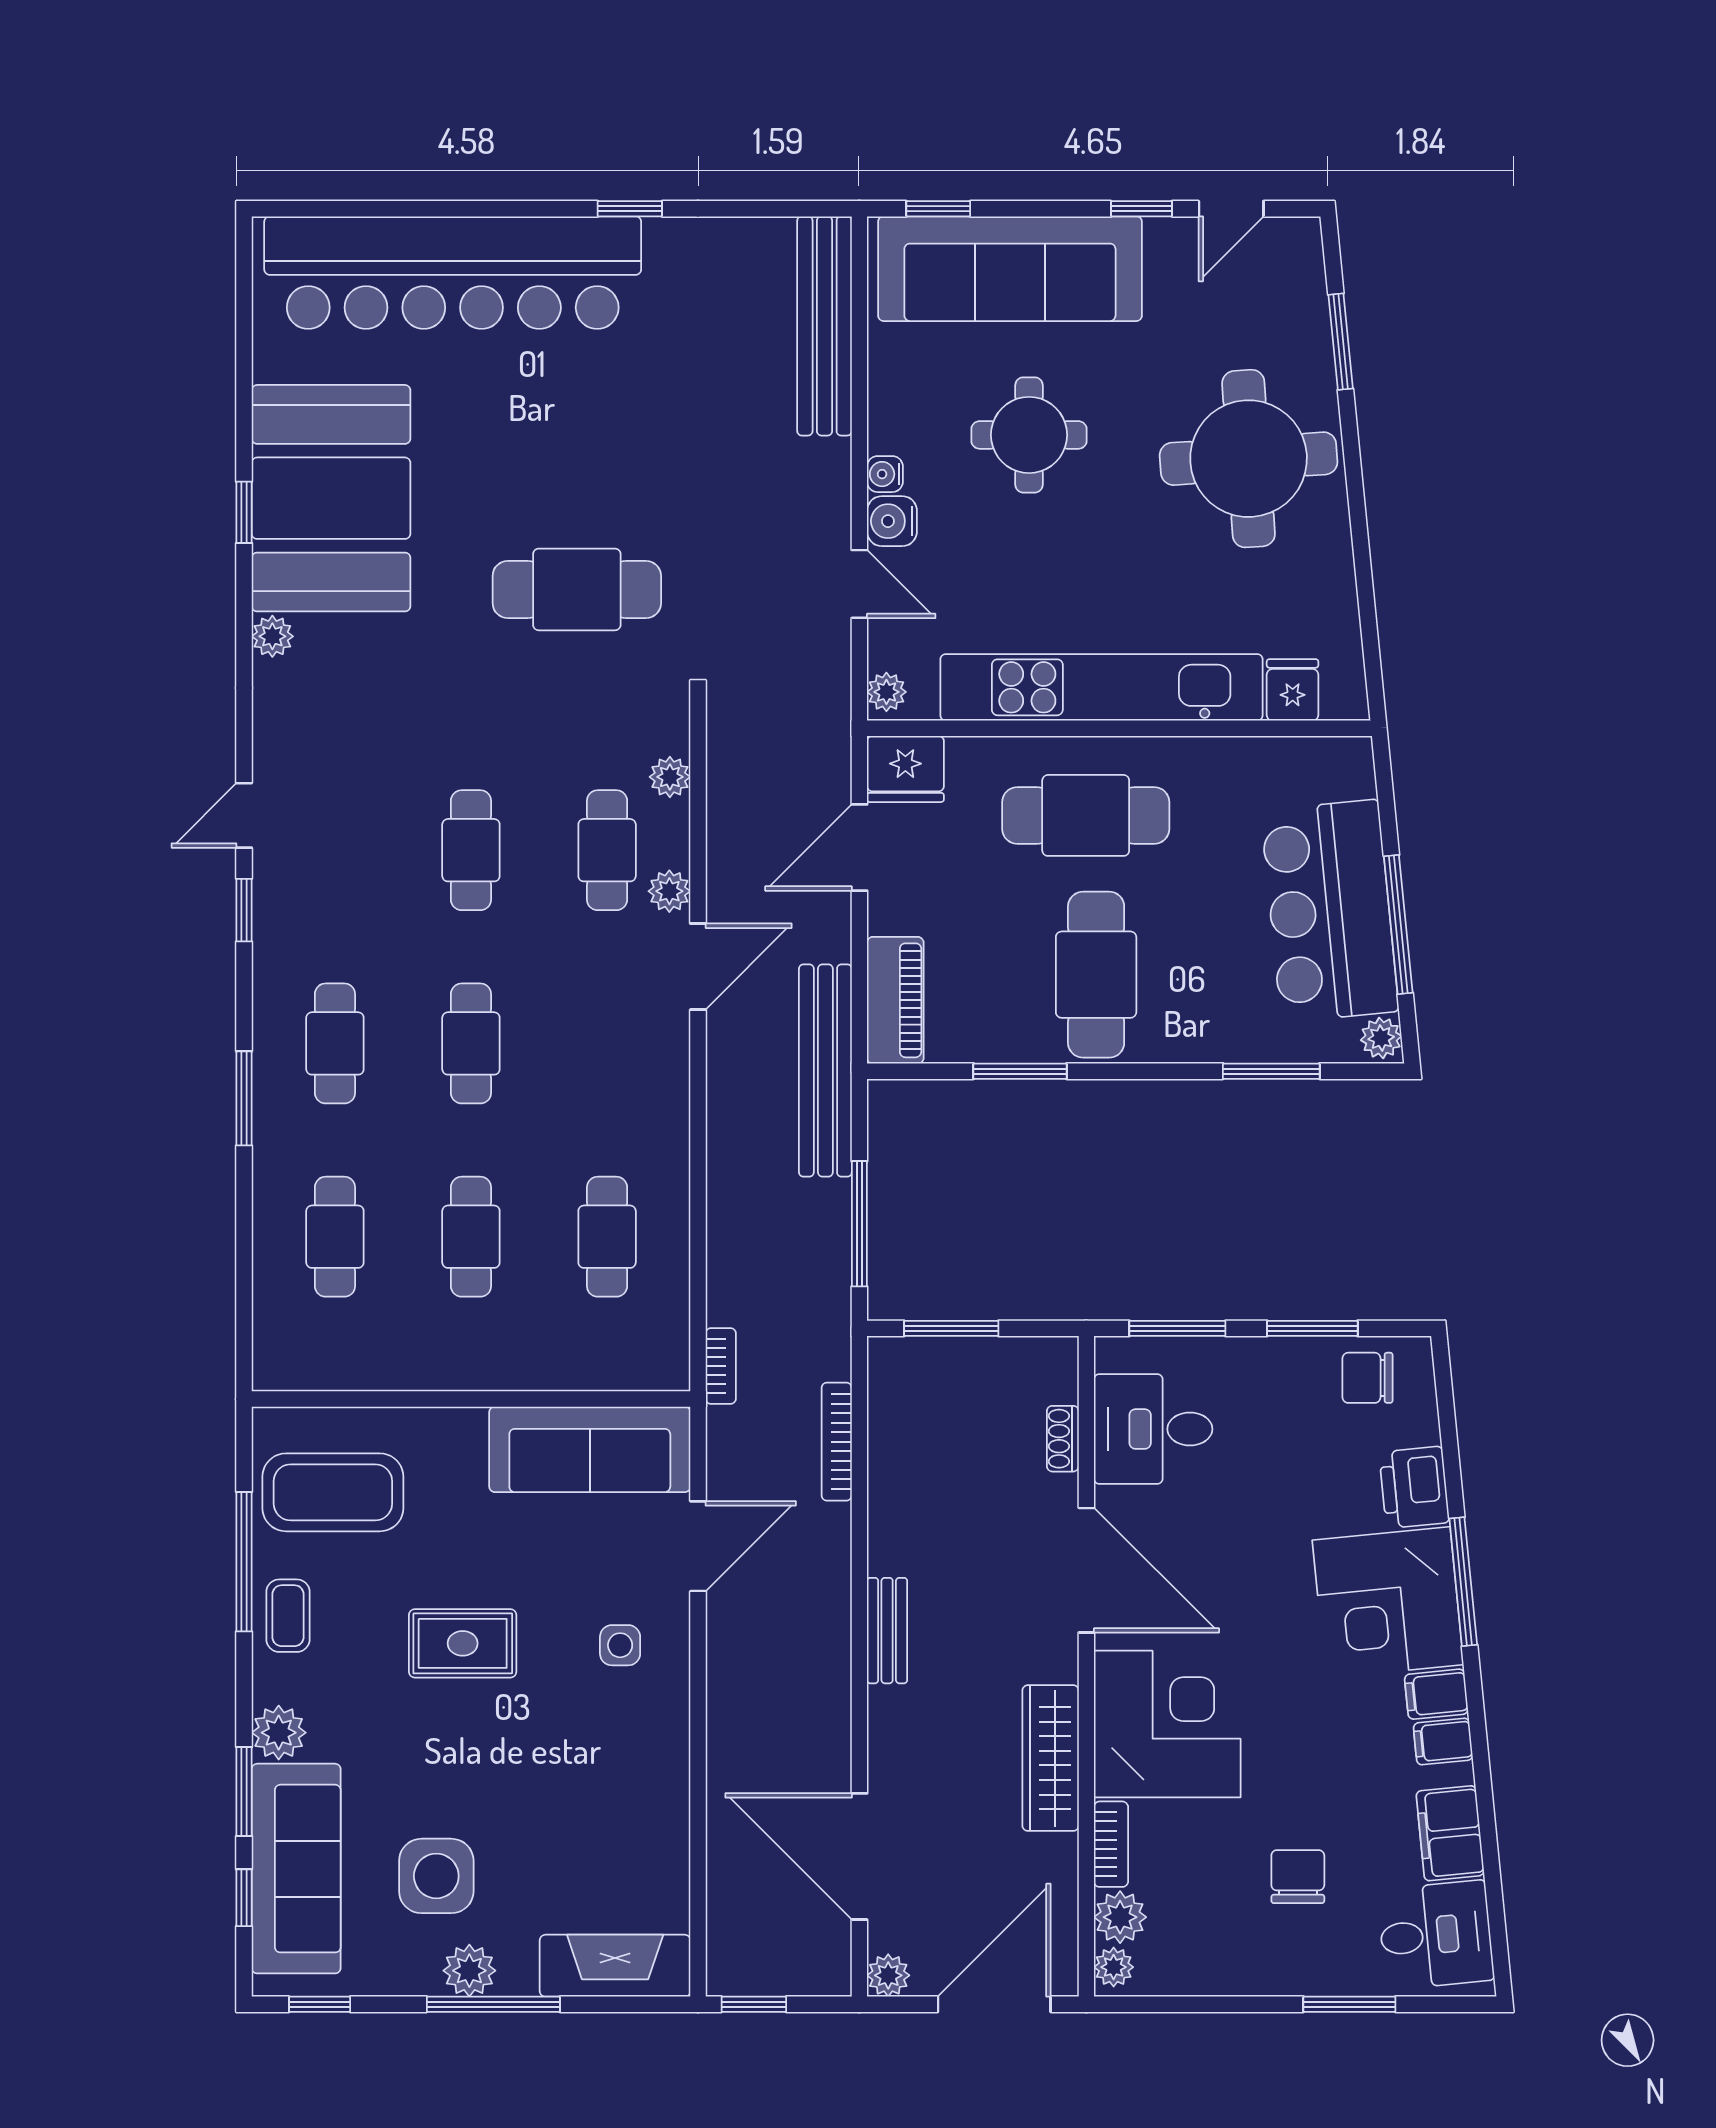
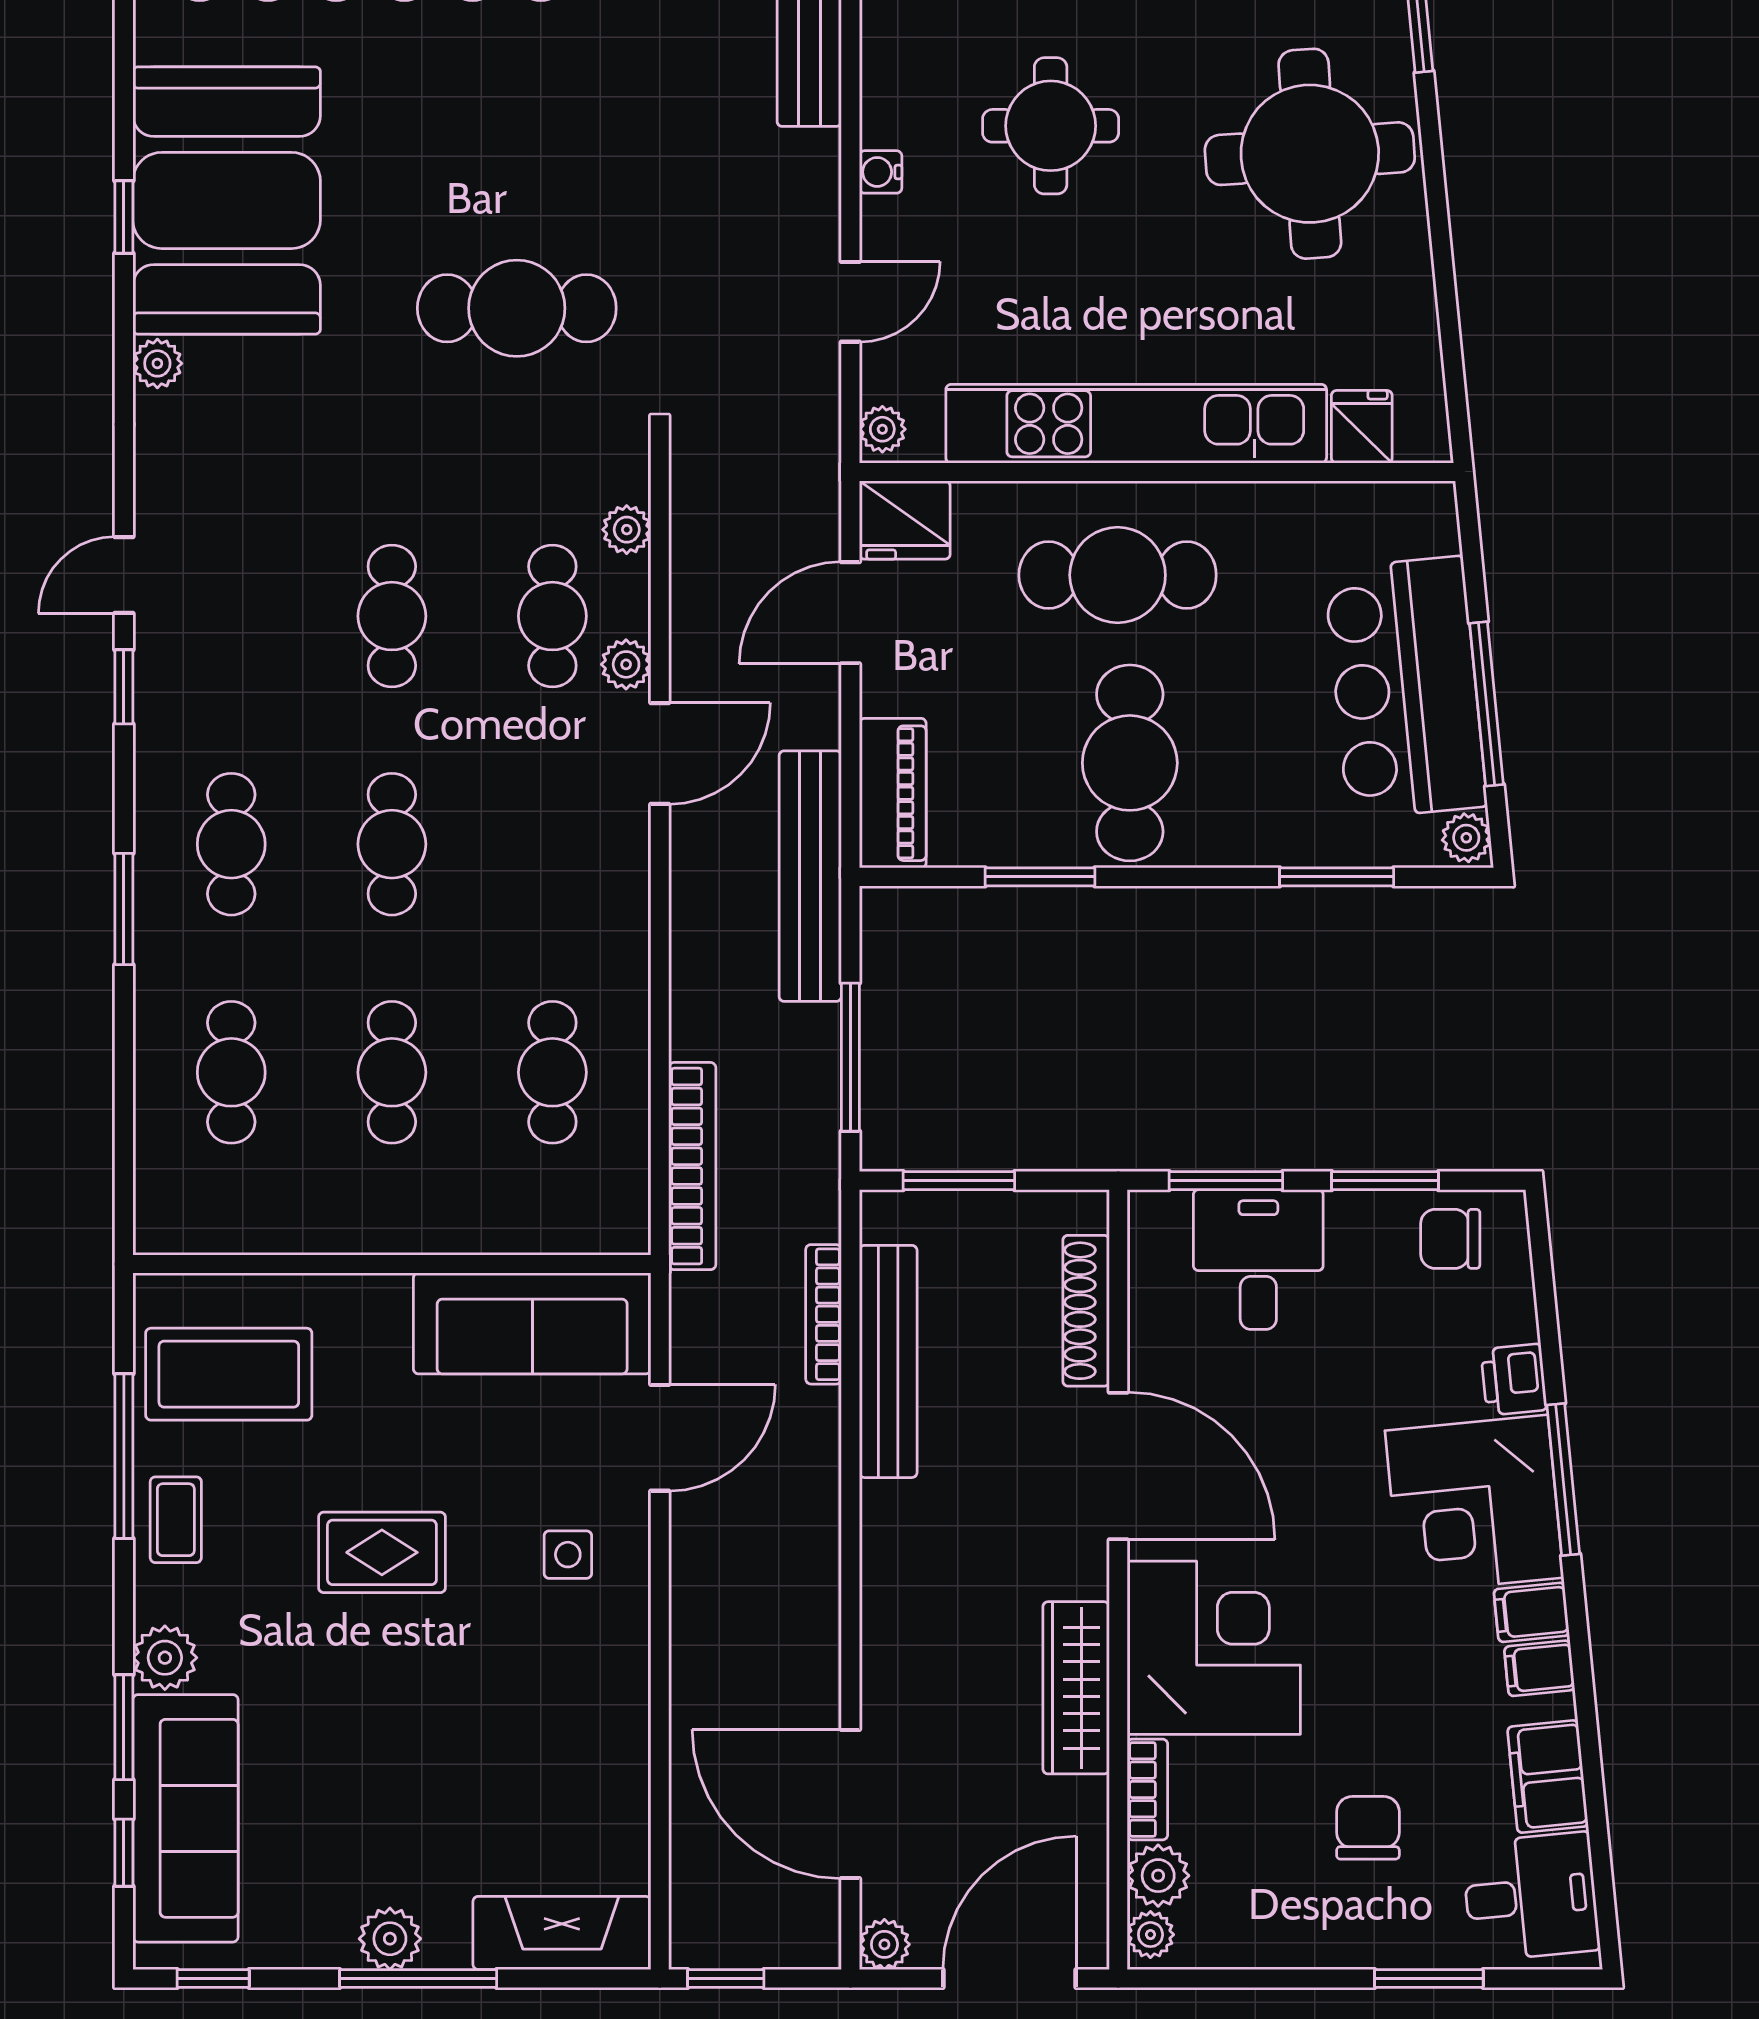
water cooler: (892, 521) -> (889, 228), removed
door: (859, 584) -> (850, 302), hinge flipped
bookcase: (721, 1366) -> (692, 1166), width x2.31, depth x1.31
desk: (1153, 1429) -> (1258, 1259), moved, turned 90
shoe rack: (1063, 1439) -> (1086, 1311), width x1.94, depth x1.24
printer: (1414, 1487) -> (1514, 1380), width x0.73, depth x0.81
bench: (887, 1631) -> (888, 1361), moved, width x1.86, depth x1.21
side table: (436, 1876) -> (351, 1827), removed

